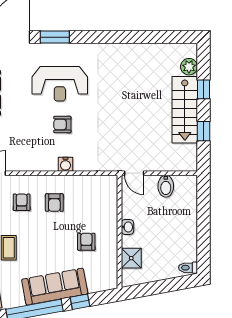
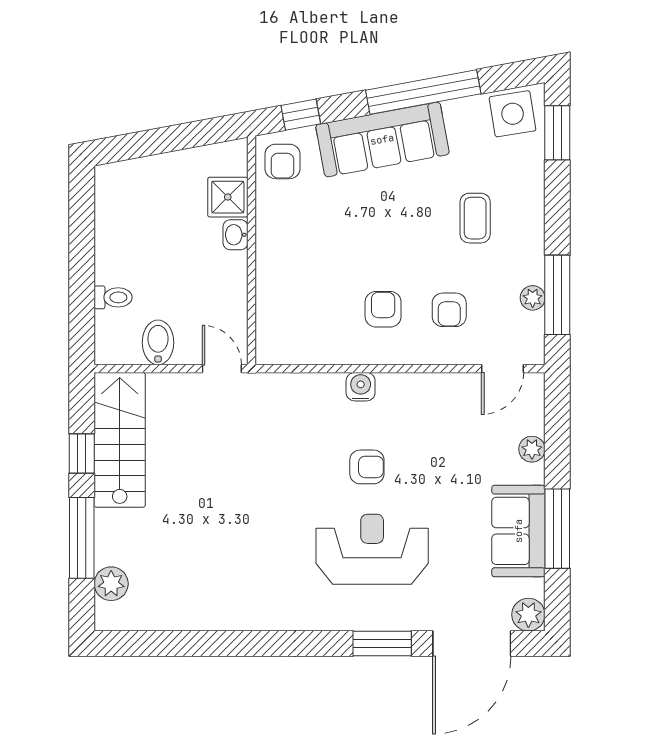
window: (203, 89) -> (82, 538), width x2.17
stairs: (185, 110) -> (120, 440), moved
washbasin: (127, 227) -> (235, 235), moved
armchair: (86, 242) -> (282, 161), moved
toilet: (188, 268) -> (113, 297), moved
window: (80, 302) -> (301, 115), moved

